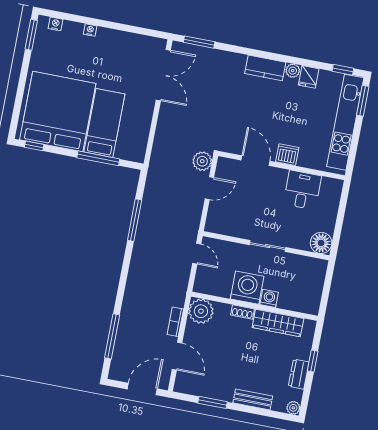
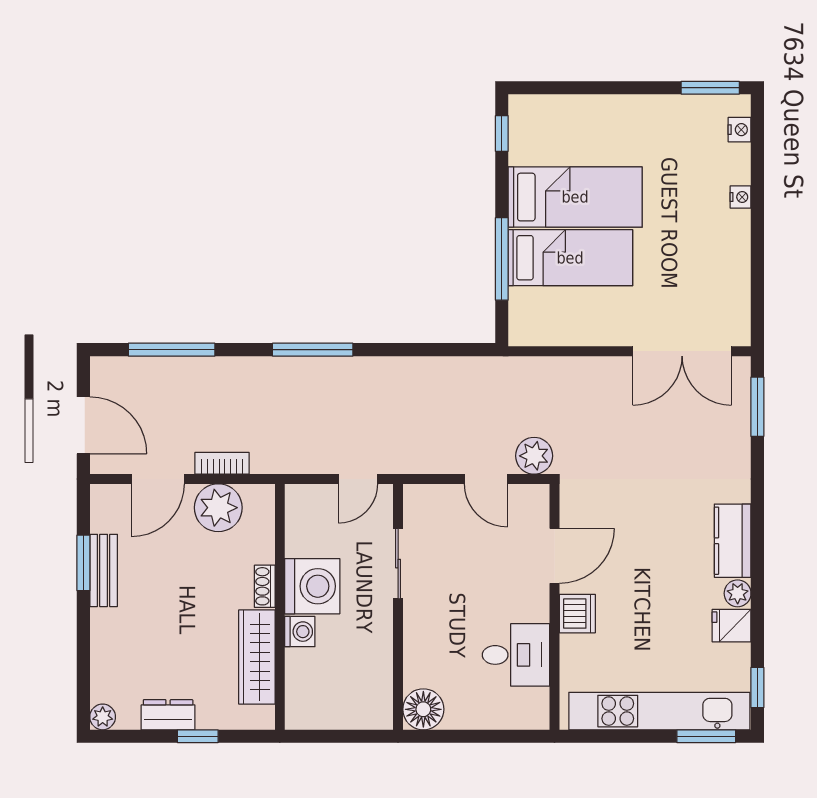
bed: (58, 112) -> (575, 197), width x0.49
window: (135, 220) -> (313, 350), moved
sliding door: (268, 246) -> (398, 564), moved
plant: (201, 311) -> (218, 508), moved
bench: (253, 399) -> (104, 570), moved

